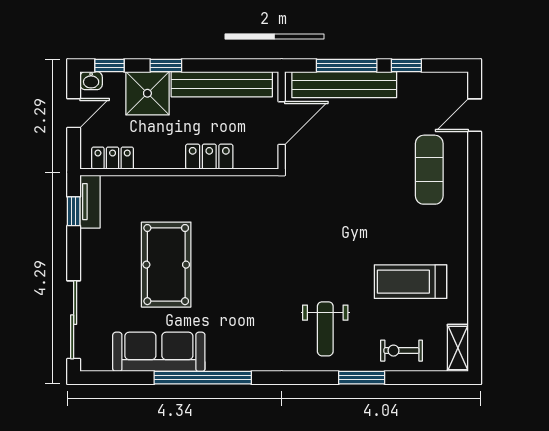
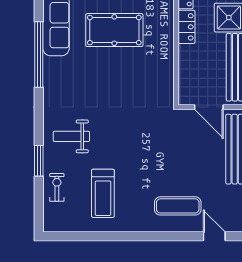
locker: (209, 157) -> (186, 27), moved
treadmill: (410, 282) -> (103, 193), turned 180
shelving: (458, 348) -> (59, 225), removed

